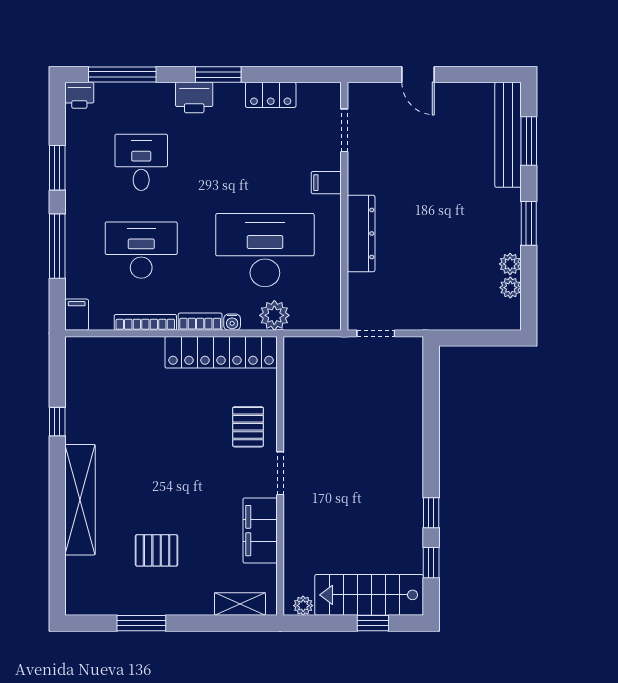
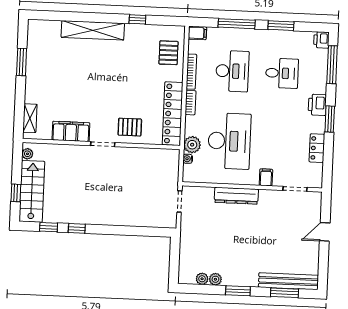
water cooler: (232, 322) -> (188, 159), moved
pallet: (157, 550) -> (168, 53), moved

